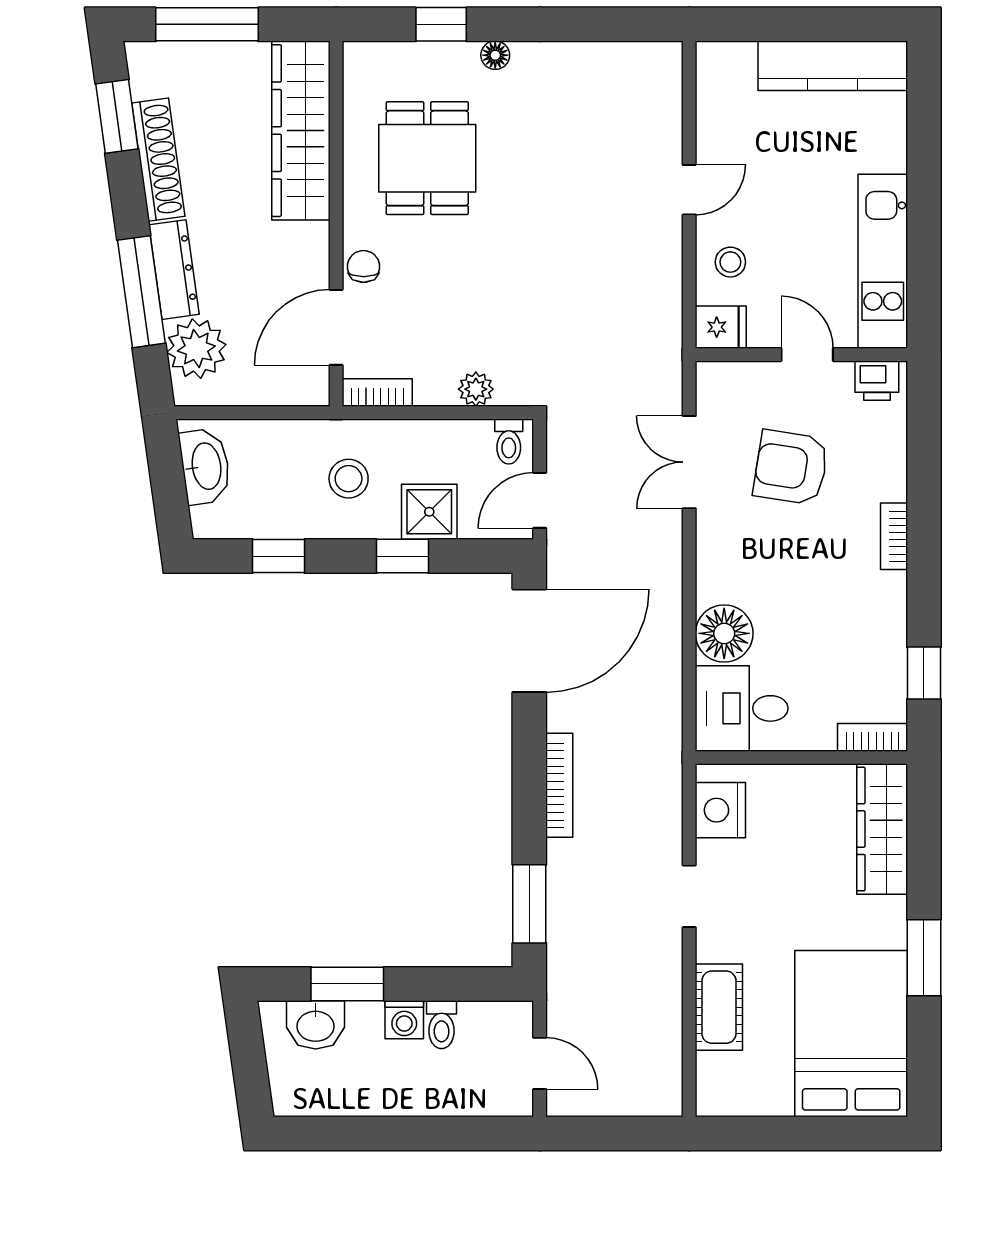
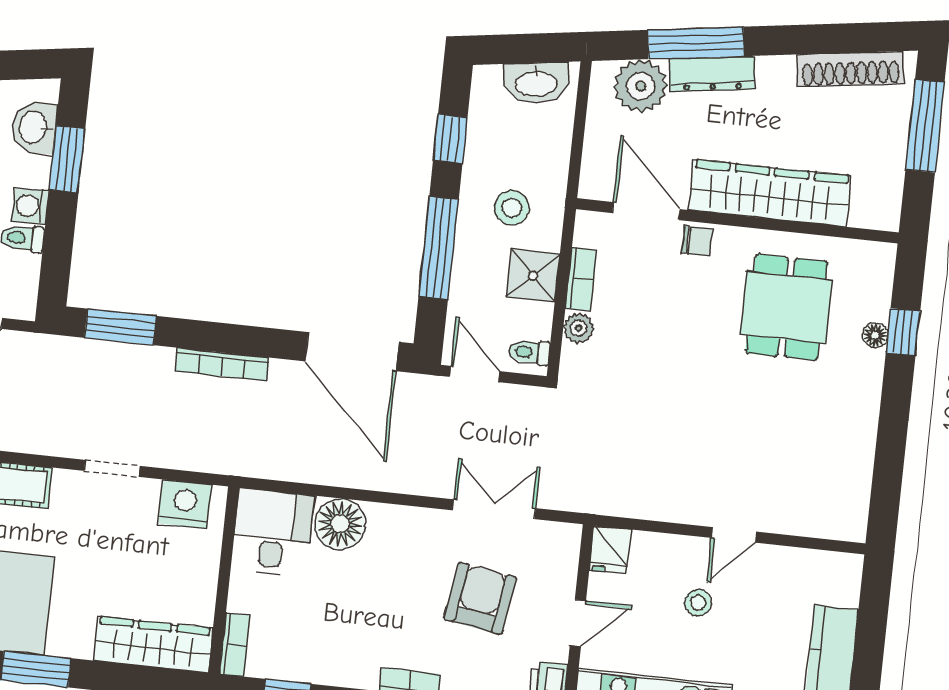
floor lamp: (495, 55) -> (875, 335), moved
window: (117, 116) -> (853, 38), removed
wardrobe: (301, 131) -> (770, 193), moved
dining table: (427, 158) -> (786, 307), turned 90
shoe rack: (158, 160) -> (851, 69), moved
door: (689, 190) -> (734, 535), hinge flipped
stool: (730, 262) -> (698, 603), moved
bookcase: (377, 393) -> (581, 279), moved
shower: (429, 512) -> (533, 276), moved
window: (402, 556) -> (439, 248), width x2.17

